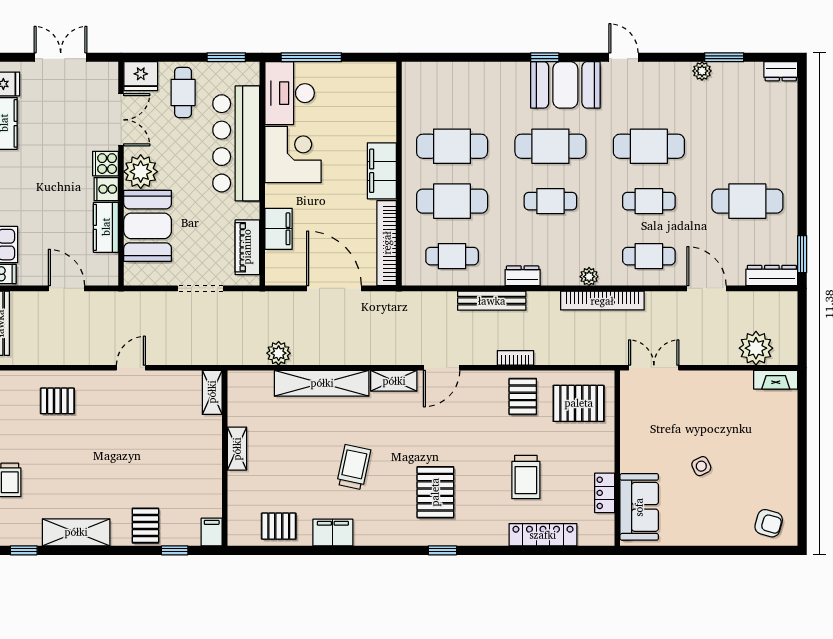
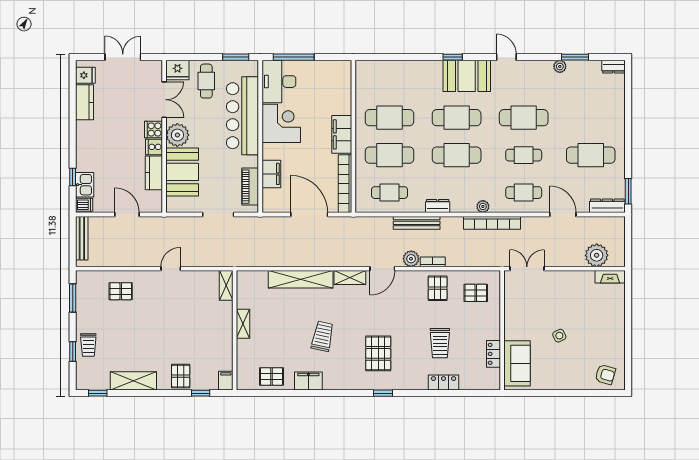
cafe table: (550, 201) -> (457, 155), width x1.37, depth x1.35
plant: (279, 353) -> (411, 259), moved
pallet: (579, 403) -> (476, 293), width x0.67, depth x0.71
locker: (543, 535) -> (444, 382), width x0.66

